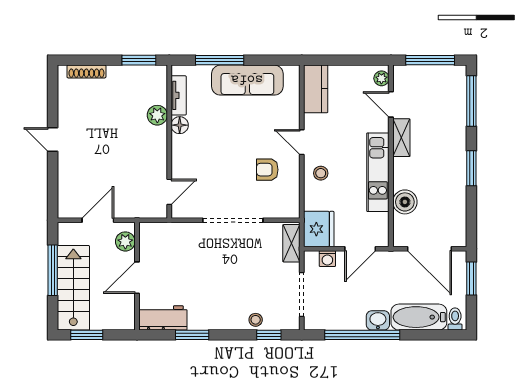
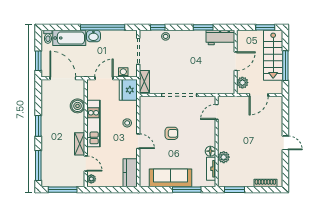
armchair: (267, 170) -> (171, 133), moved

